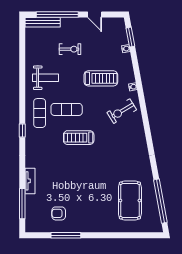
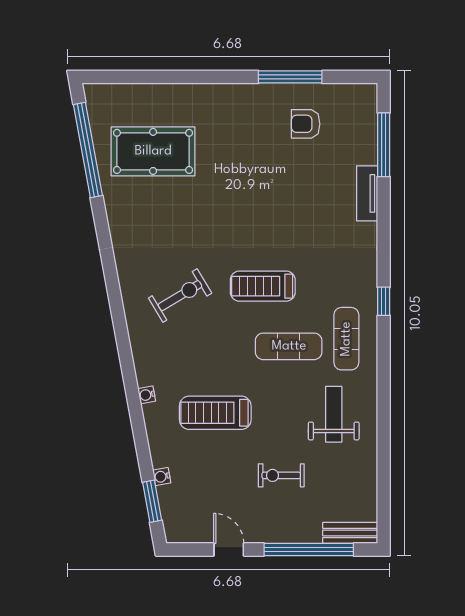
bench: (43, 22) -> (350, 533), width x0.73
weight bench: (46, 78) -> (334, 414), turned 90
exercise bike: (122, 111) -> (180, 296), moved
treadmill: (79, 138) -> (263, 286), turned 180
pool table: (130, 201) -> (153, 151), turned 90
armchair: (59, 213) -> (306, 124), turned 180

